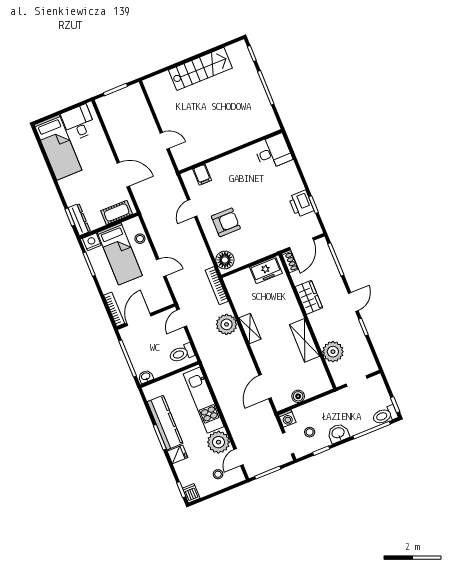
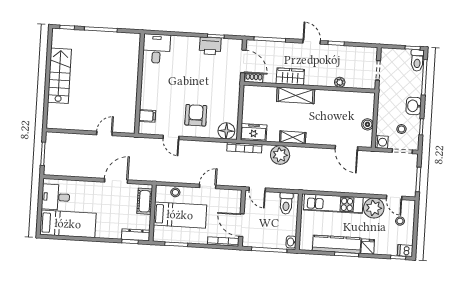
nightstand: (92, 242) -> (159, 233), removed
freezer: (266, 270) -> (254, 132), moved, turned -90
shelving: (305, 340) -> (296, 95), moved
plant: (333, 352) -> (340, 82), width x0.53, depth x0.53

